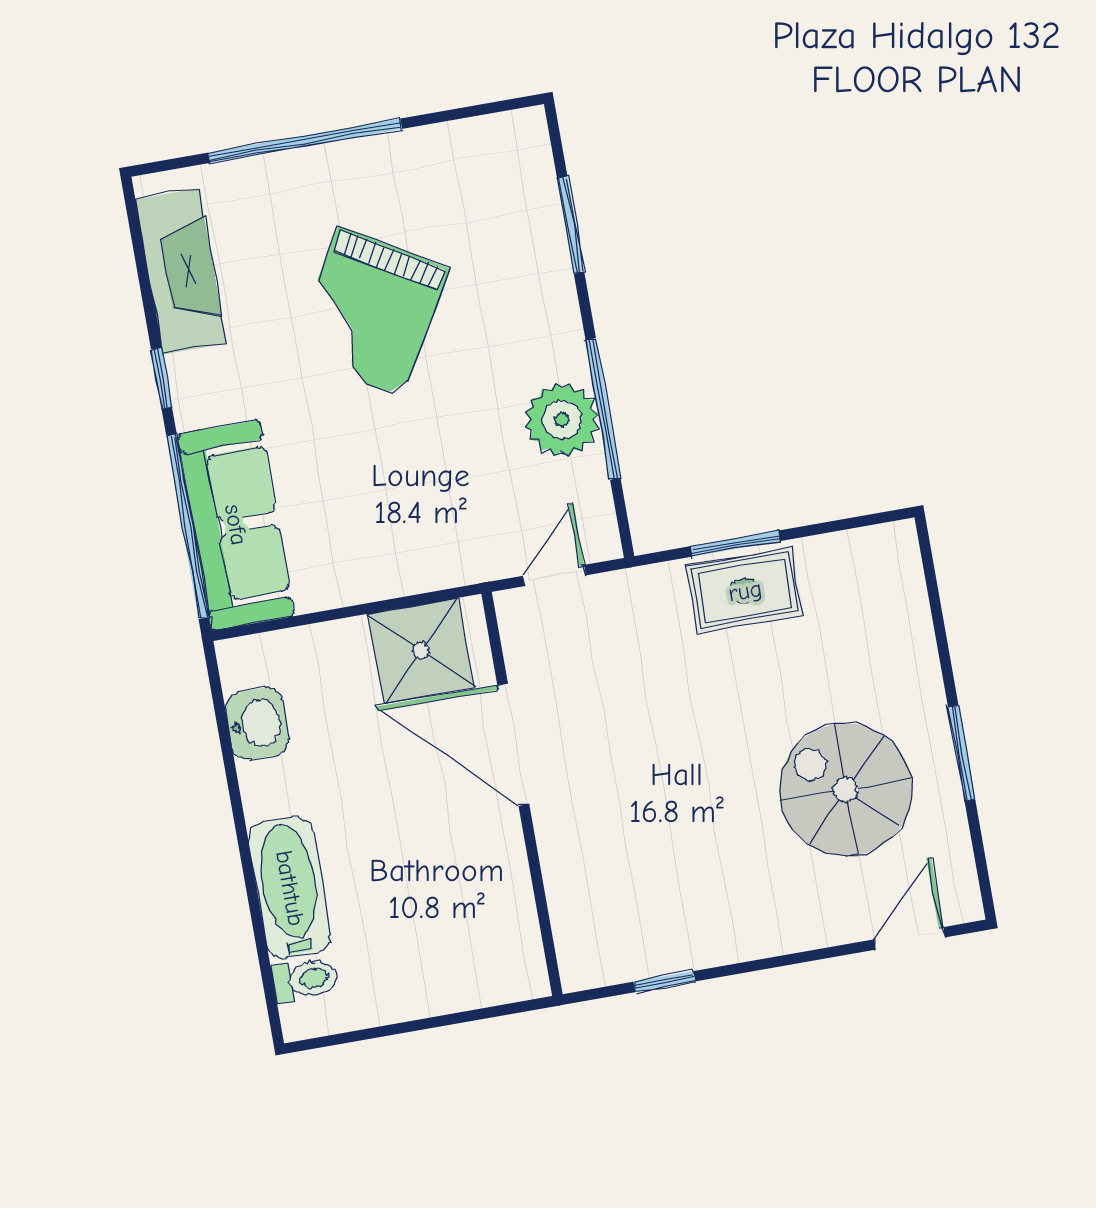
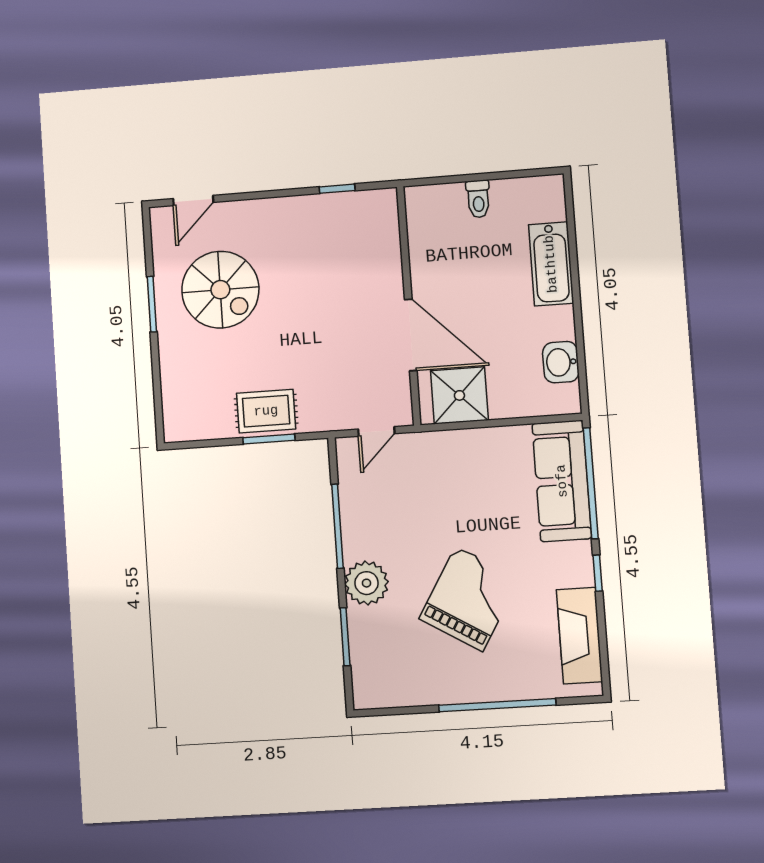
plant: (562, 420) -> (367, 583), moved
toilet: (305, 980) -> (478, 199), moved, turned -90

